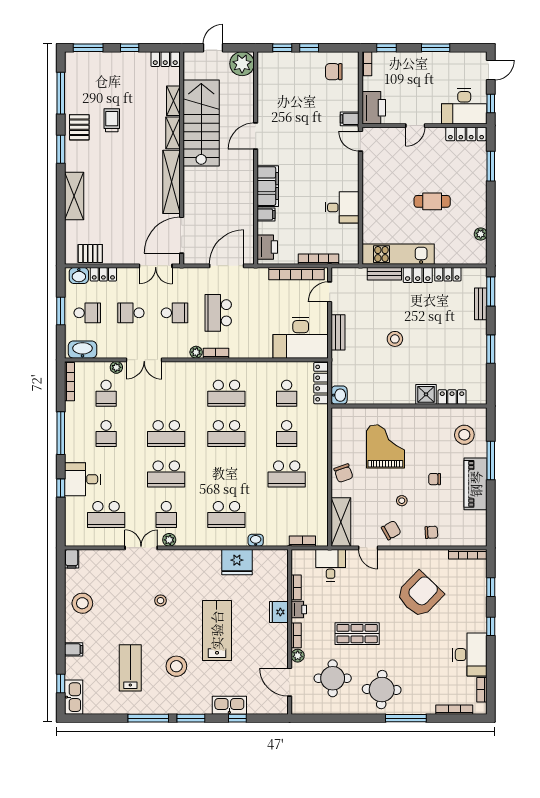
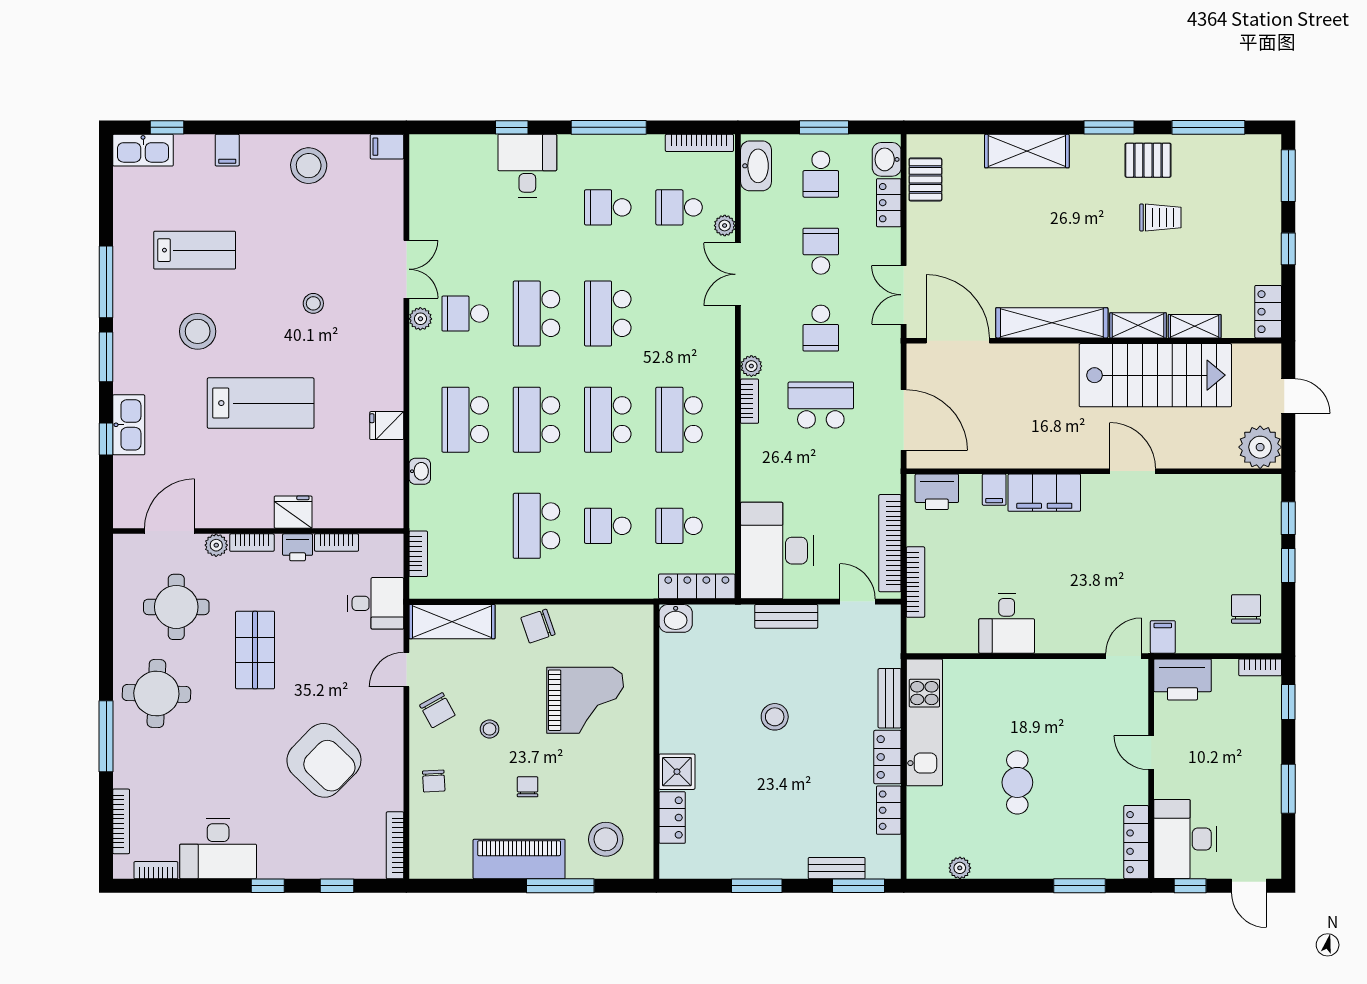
school desk: (106, 514) -> (536, 420), moved
fridge: (237, 562) -> (387, 426), width x0.53, depth x0.75

